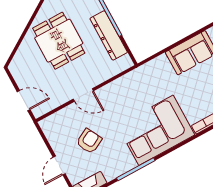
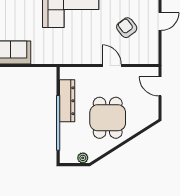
armchair: (89, 141) -> (127, 28), turned 80

